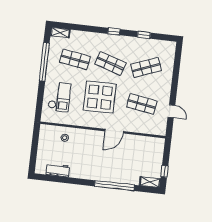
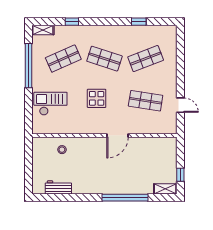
window: (114, 31) -> (72, 22), moved
shop shelf: (75, 59) -> (63, 59), turned -33
checkout: (59, 97) -> (50, 104), turned -90
display table: (100, 97) -> (97, 98), width x0.54, depth x0.54

